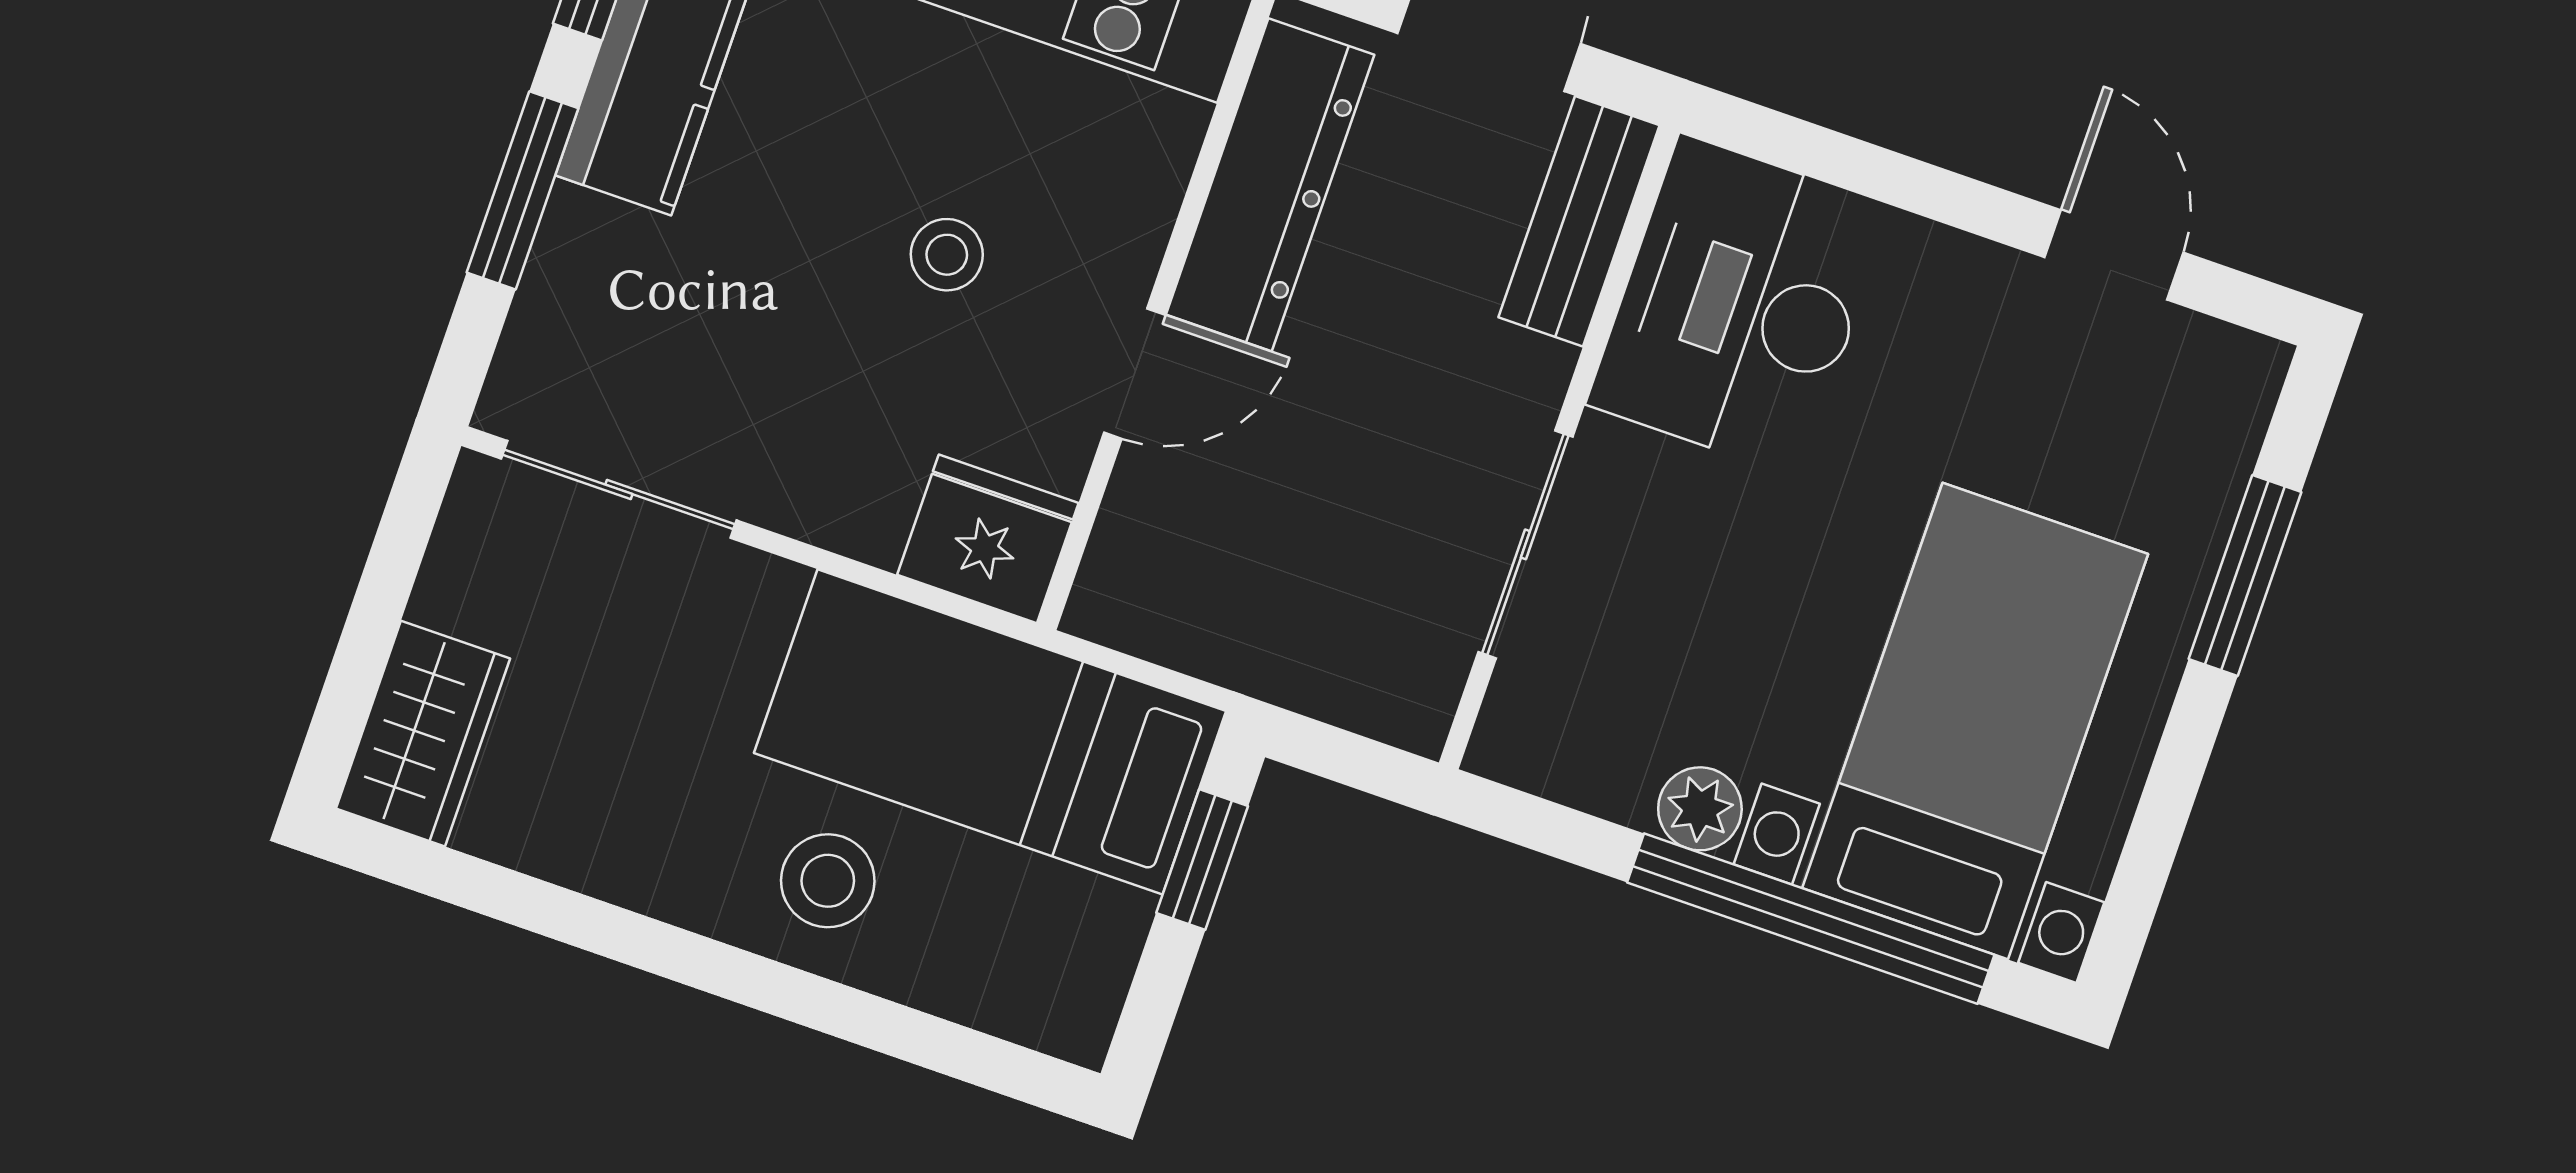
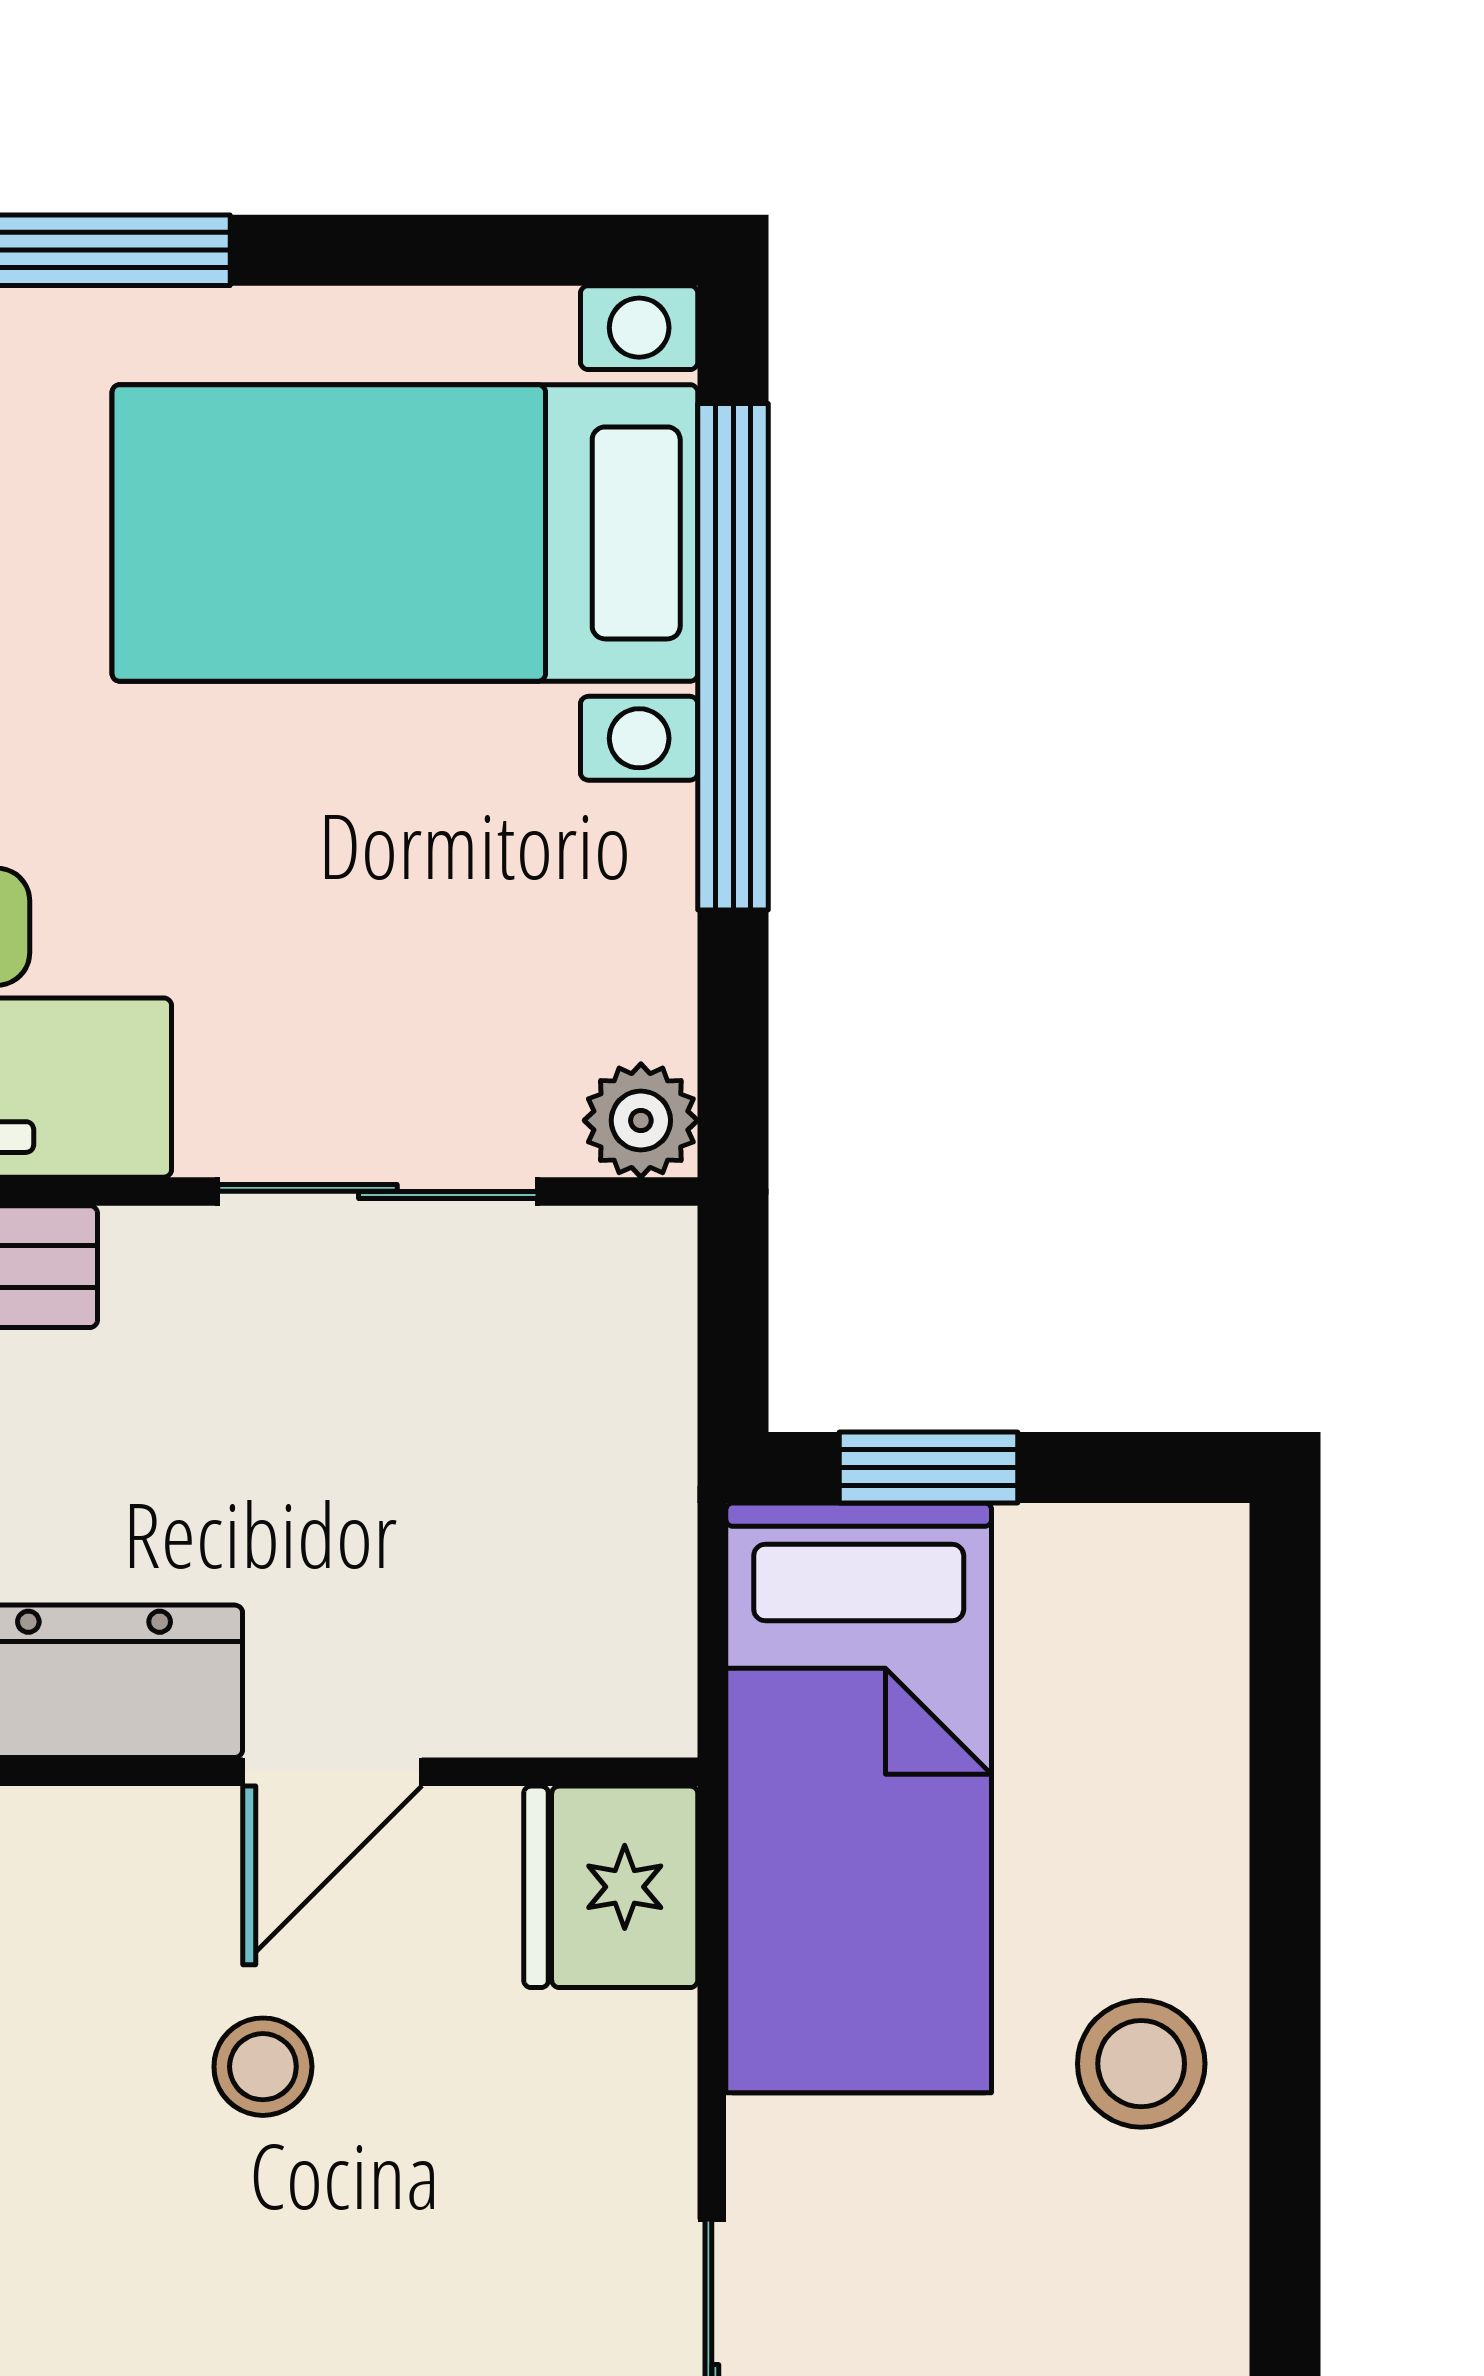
door: (1134, 374) -> (332, 1772), swing flipped
plant: (1700, 809) -> (641, 1120), moved
stool: (828, 881) -> (1141, 2064), moved

